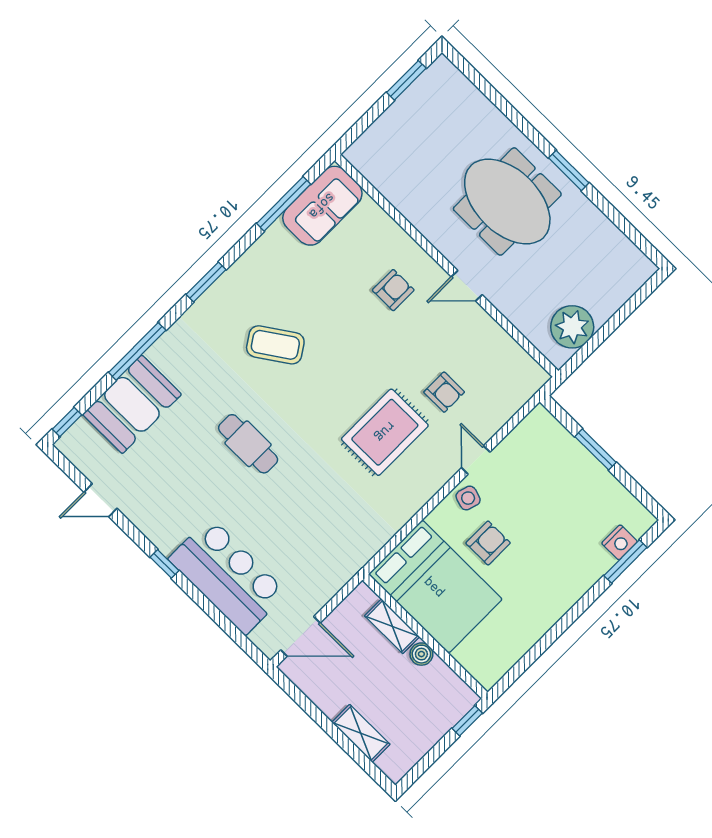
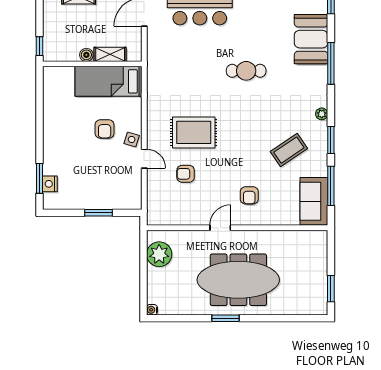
meeting table: (507, 201) -> (238, 280), width x1.36
water cooler: (647, 269) -> (152, 310), added
window: (206, 282) -> (331, 140), moved
plant: (209, 302) -> (322, 114), added
coffee table: (275, 345) -> (289, 150), moved
rug: (385, 432) -> (194, 132), turned 90
bed: (435, 587) -> (109, 81), width x0.67

